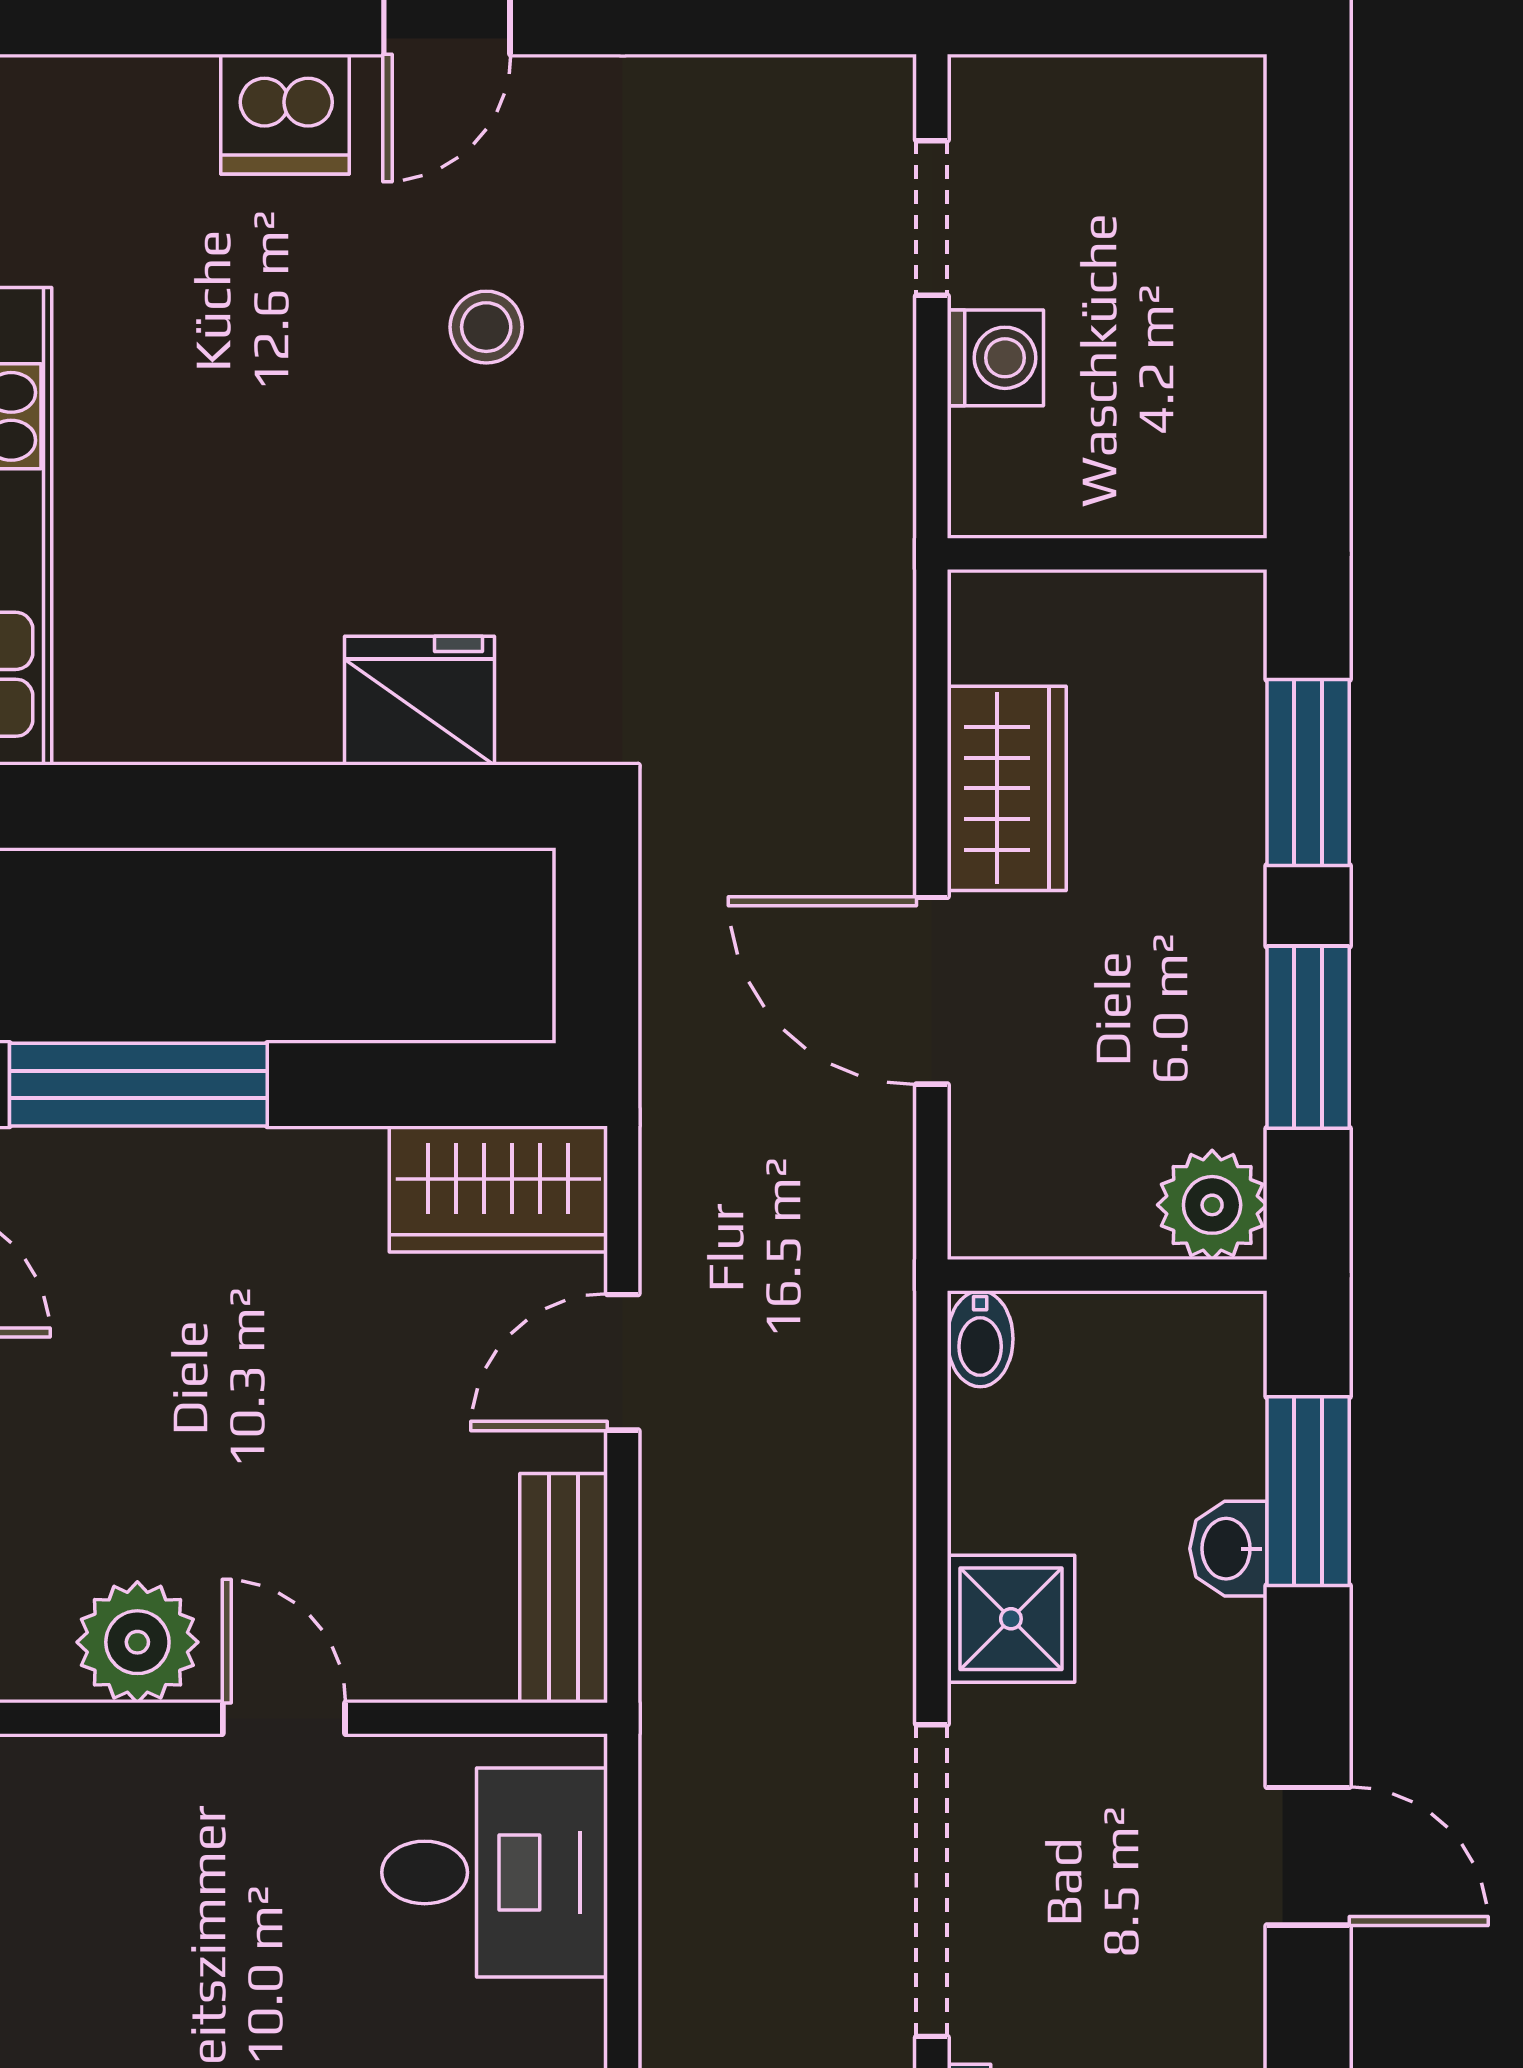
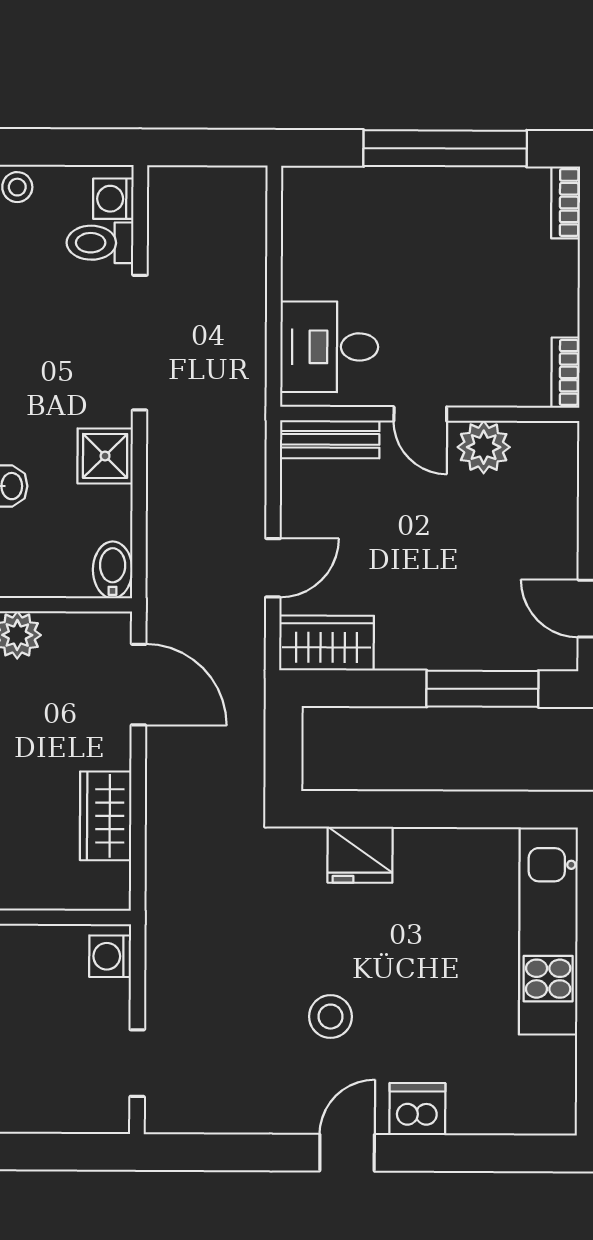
stool: (486, 327) -> (331, 1017), width x1.37, depth x1.37
washing machine: (995, 358) -> (110, 956), moved
door: (932, 991) -> (139, 685), moved
bidet: (980, 1339) -> (113, 570), width x1.38, depth x1.36
bench: (564, 1588) -> (330, 439), moved, turned 90

